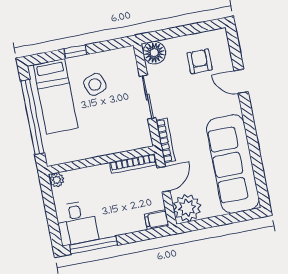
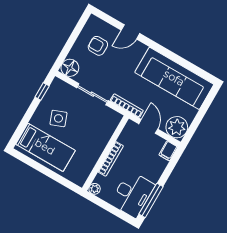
window: (75, 52) -> (42, 91), moved
window: (32, 117) -> (46, 171), removed
bookcase: (133, 164) -> (111, 159), moved
desk: (77, 223) -> (132, 194), width x1.37

